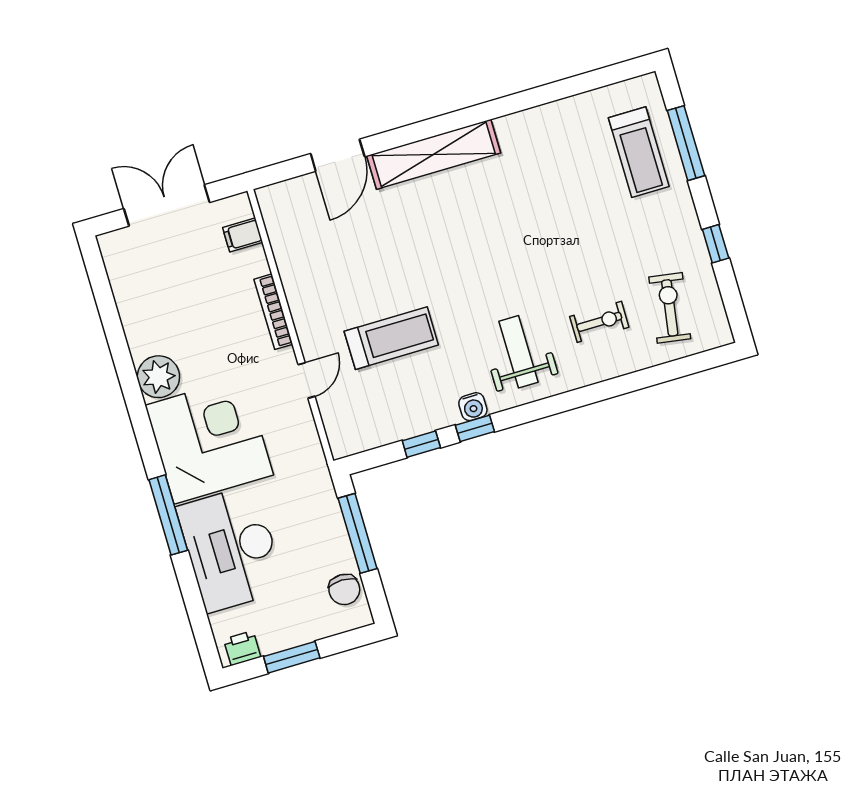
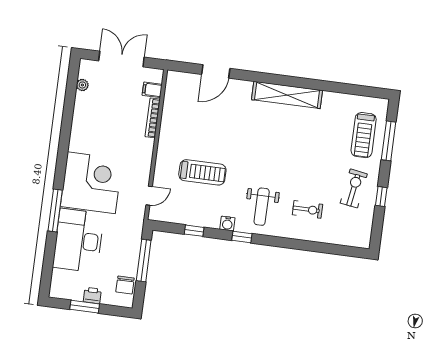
shelving: (434, 154) -> (287, 95), moved
exercise bike: (670, 308) -> (354, 188), moved
bookcase: (273, 312) -> (153, 118), moved
weight bench: (519, 352) -> (262, 207), turned 180
plant: (158, 377) -> (82, 85), moved, width x0.53, depth x0.53
door: (307, 380) -> (149, 196), moved
window: (475, 428) -> (242, 237), moved
printer: (242, 648) -> (92, 295), moved

